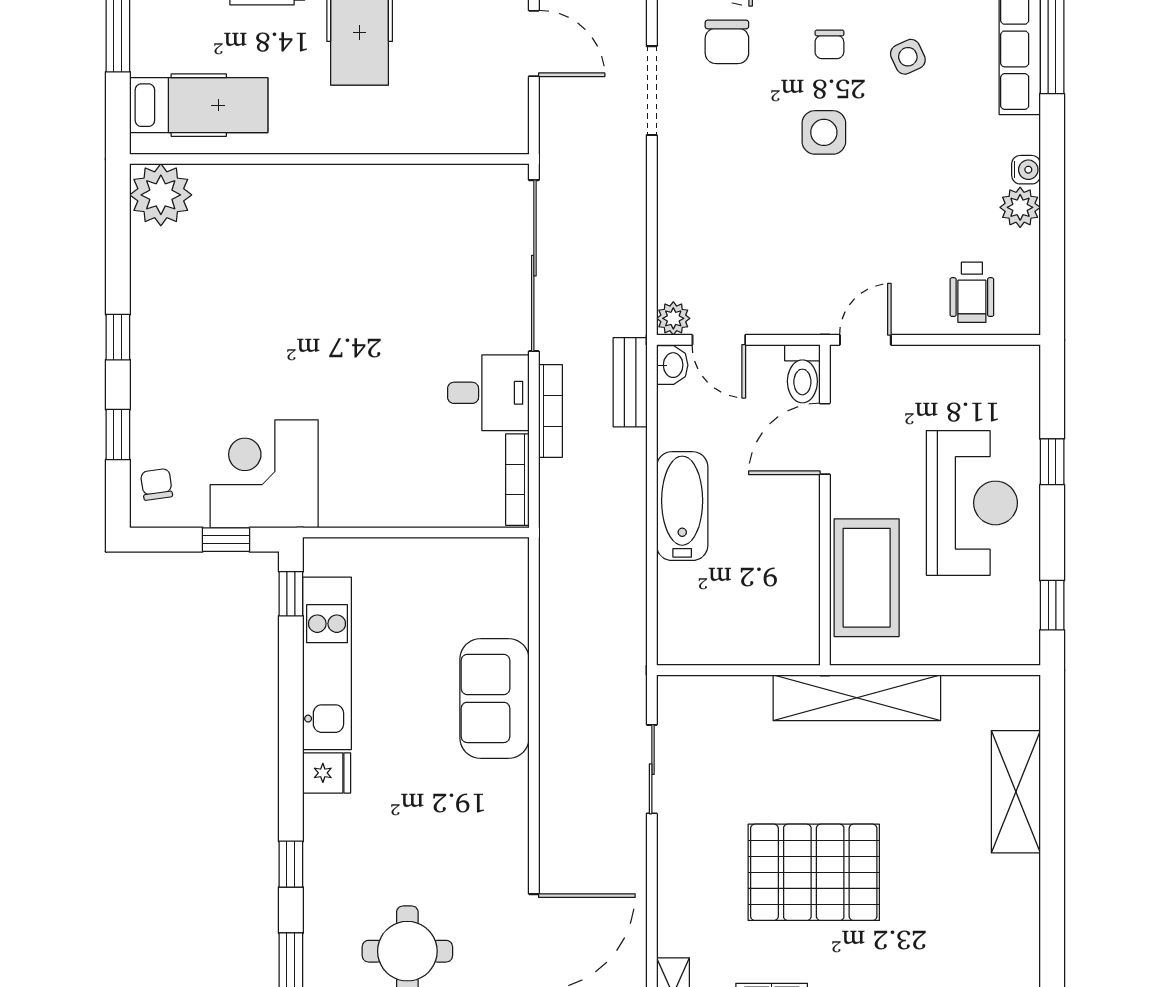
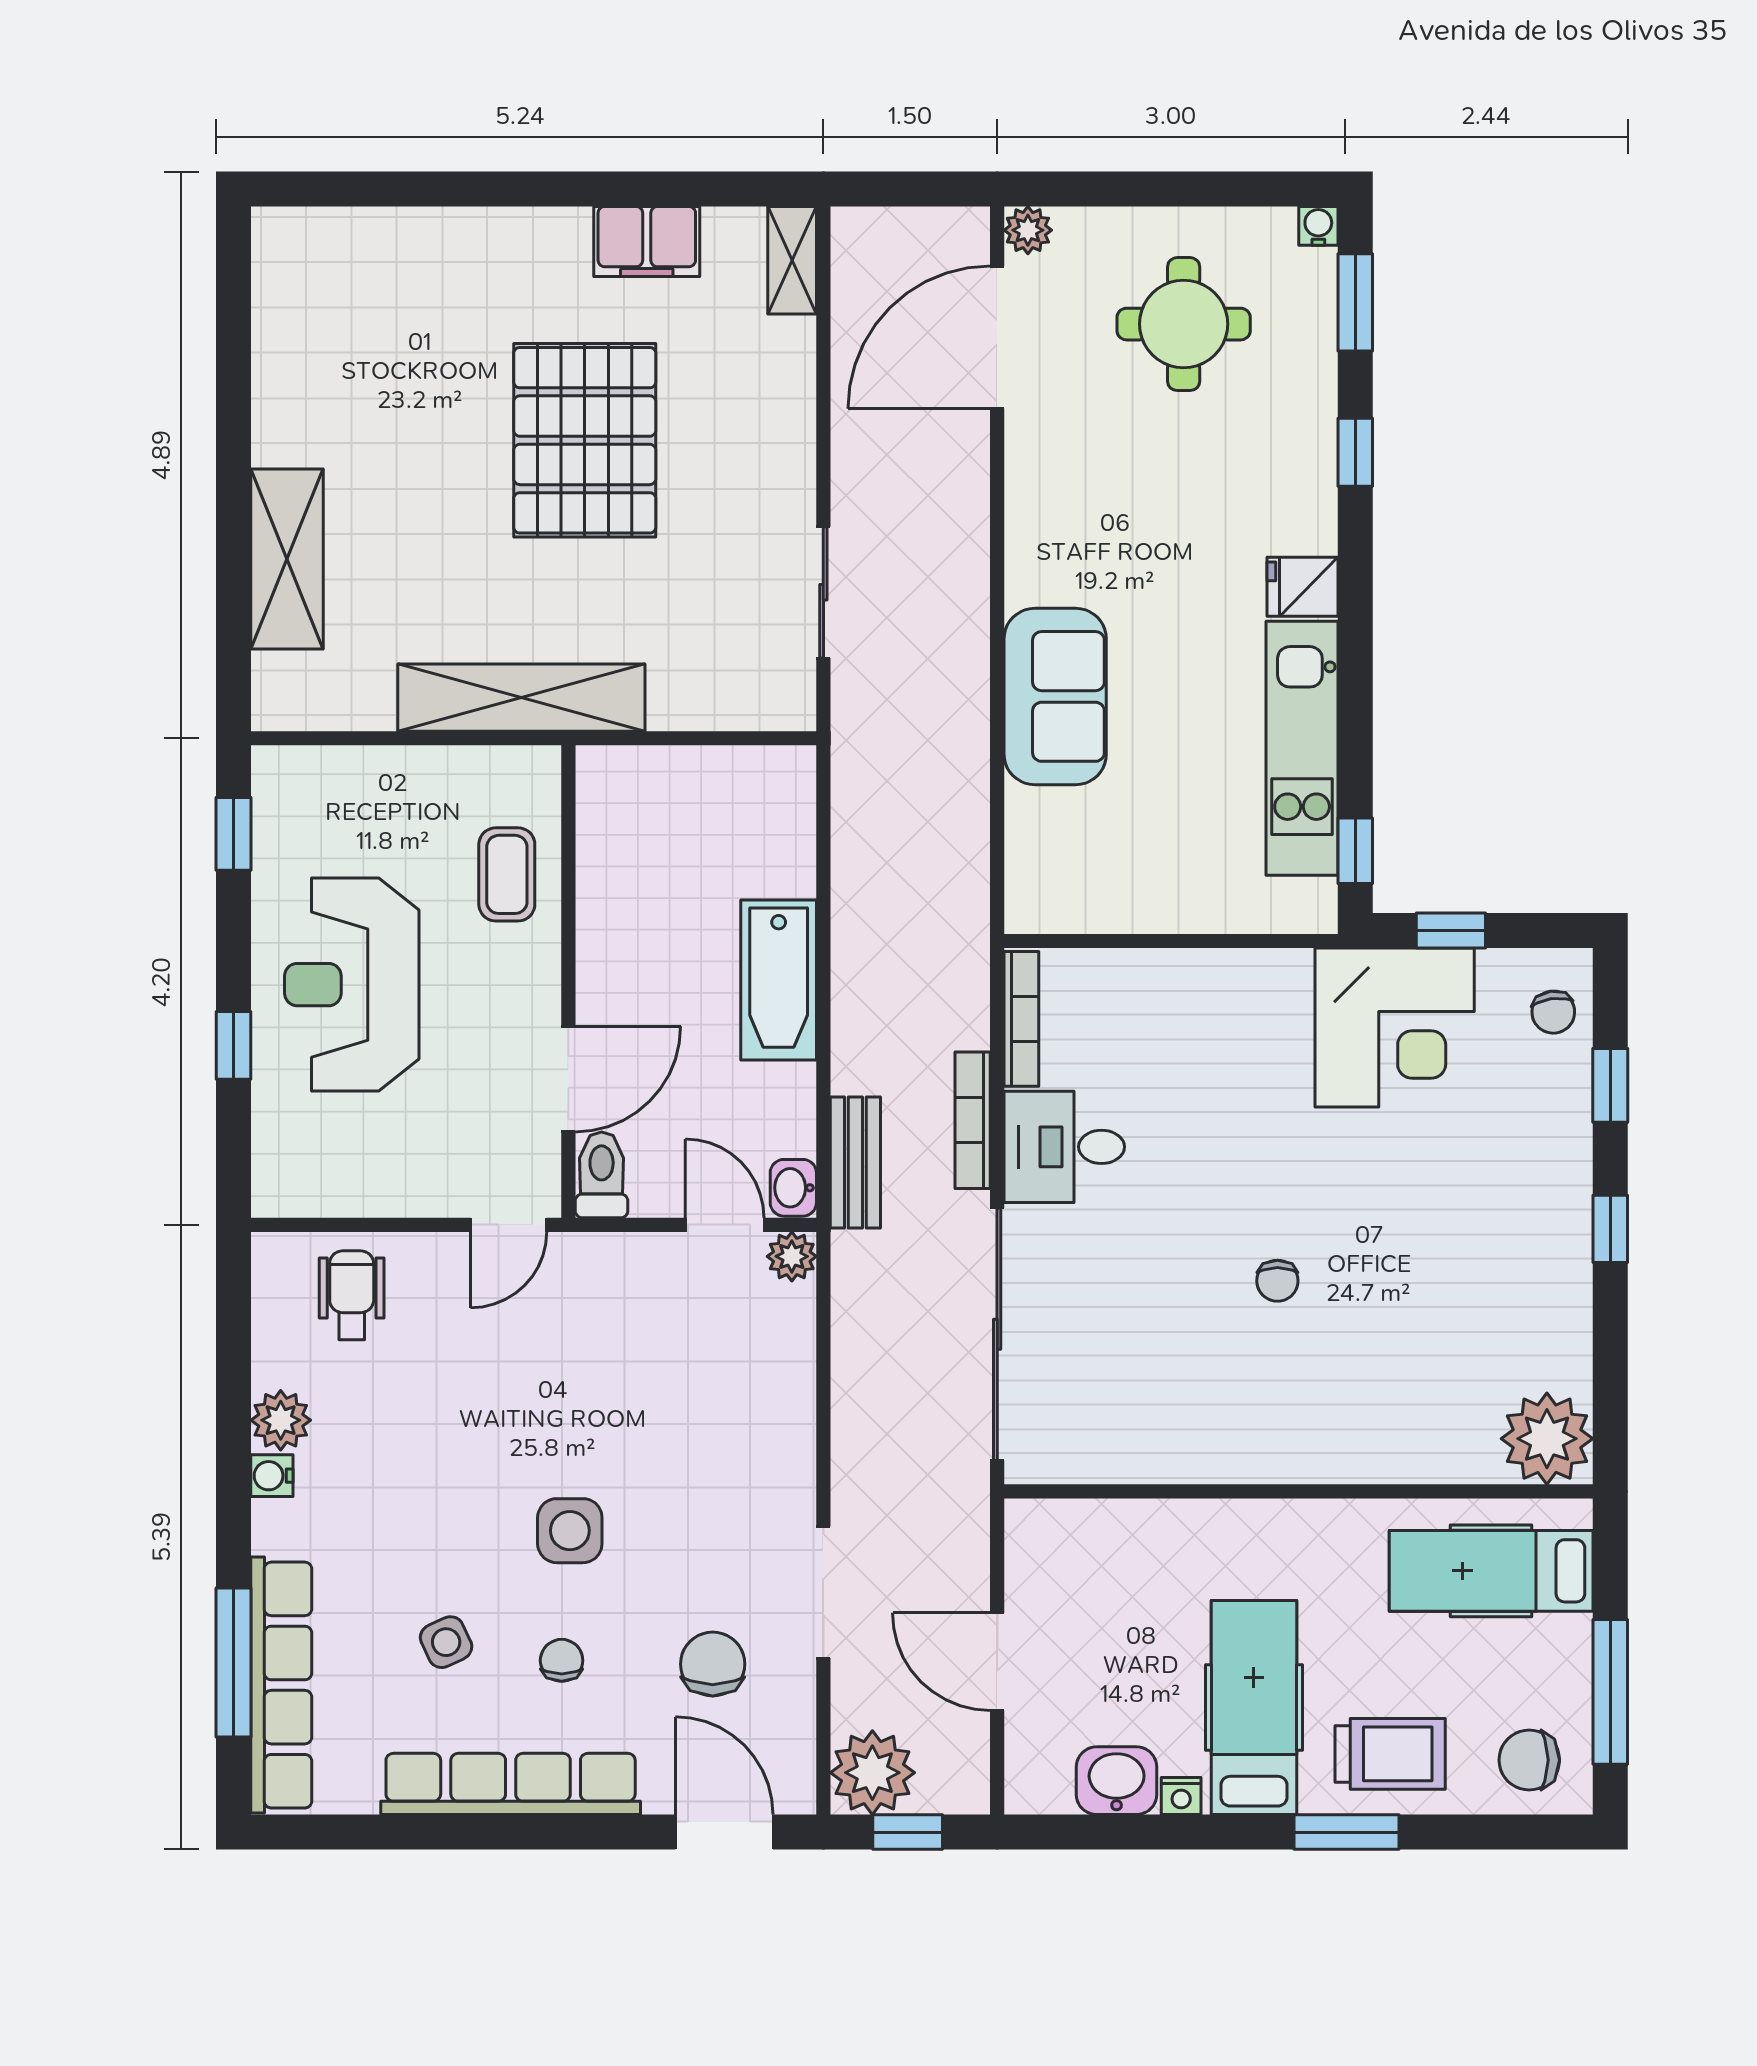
chair: (344, 302) -> (1277, 1281), added
coffee table: (867, 578) -> (507, 874), width x0.54, depth x0.58
pallet: (814, 872) -> (585, 440), turned 90

